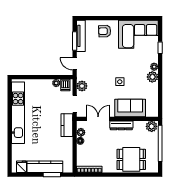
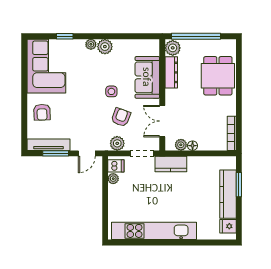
armchair: (101, 89) -> (121, 117), added
dresser: (121, 125) -> (171, 72), moved

